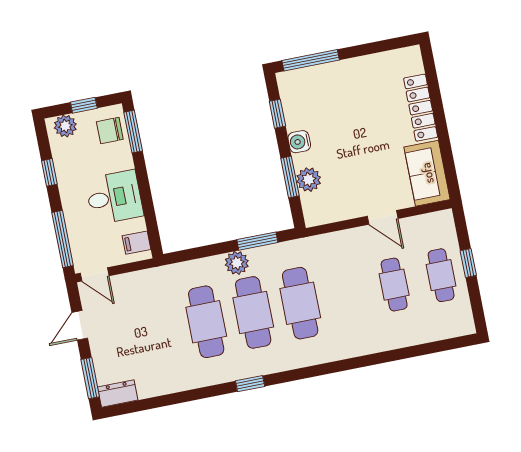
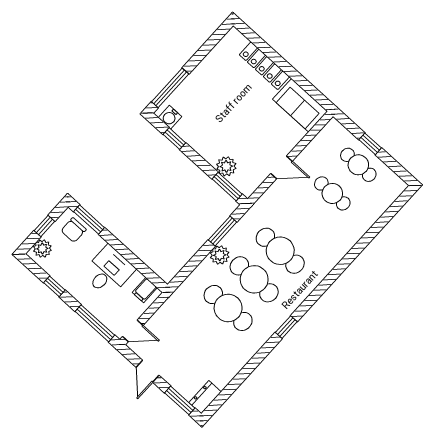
water cooler: (299, 142) -> (170, 117), moved
window: (290, 177) -> (227, 187), moved
door: (383, 217) -> (282, 167), moved

